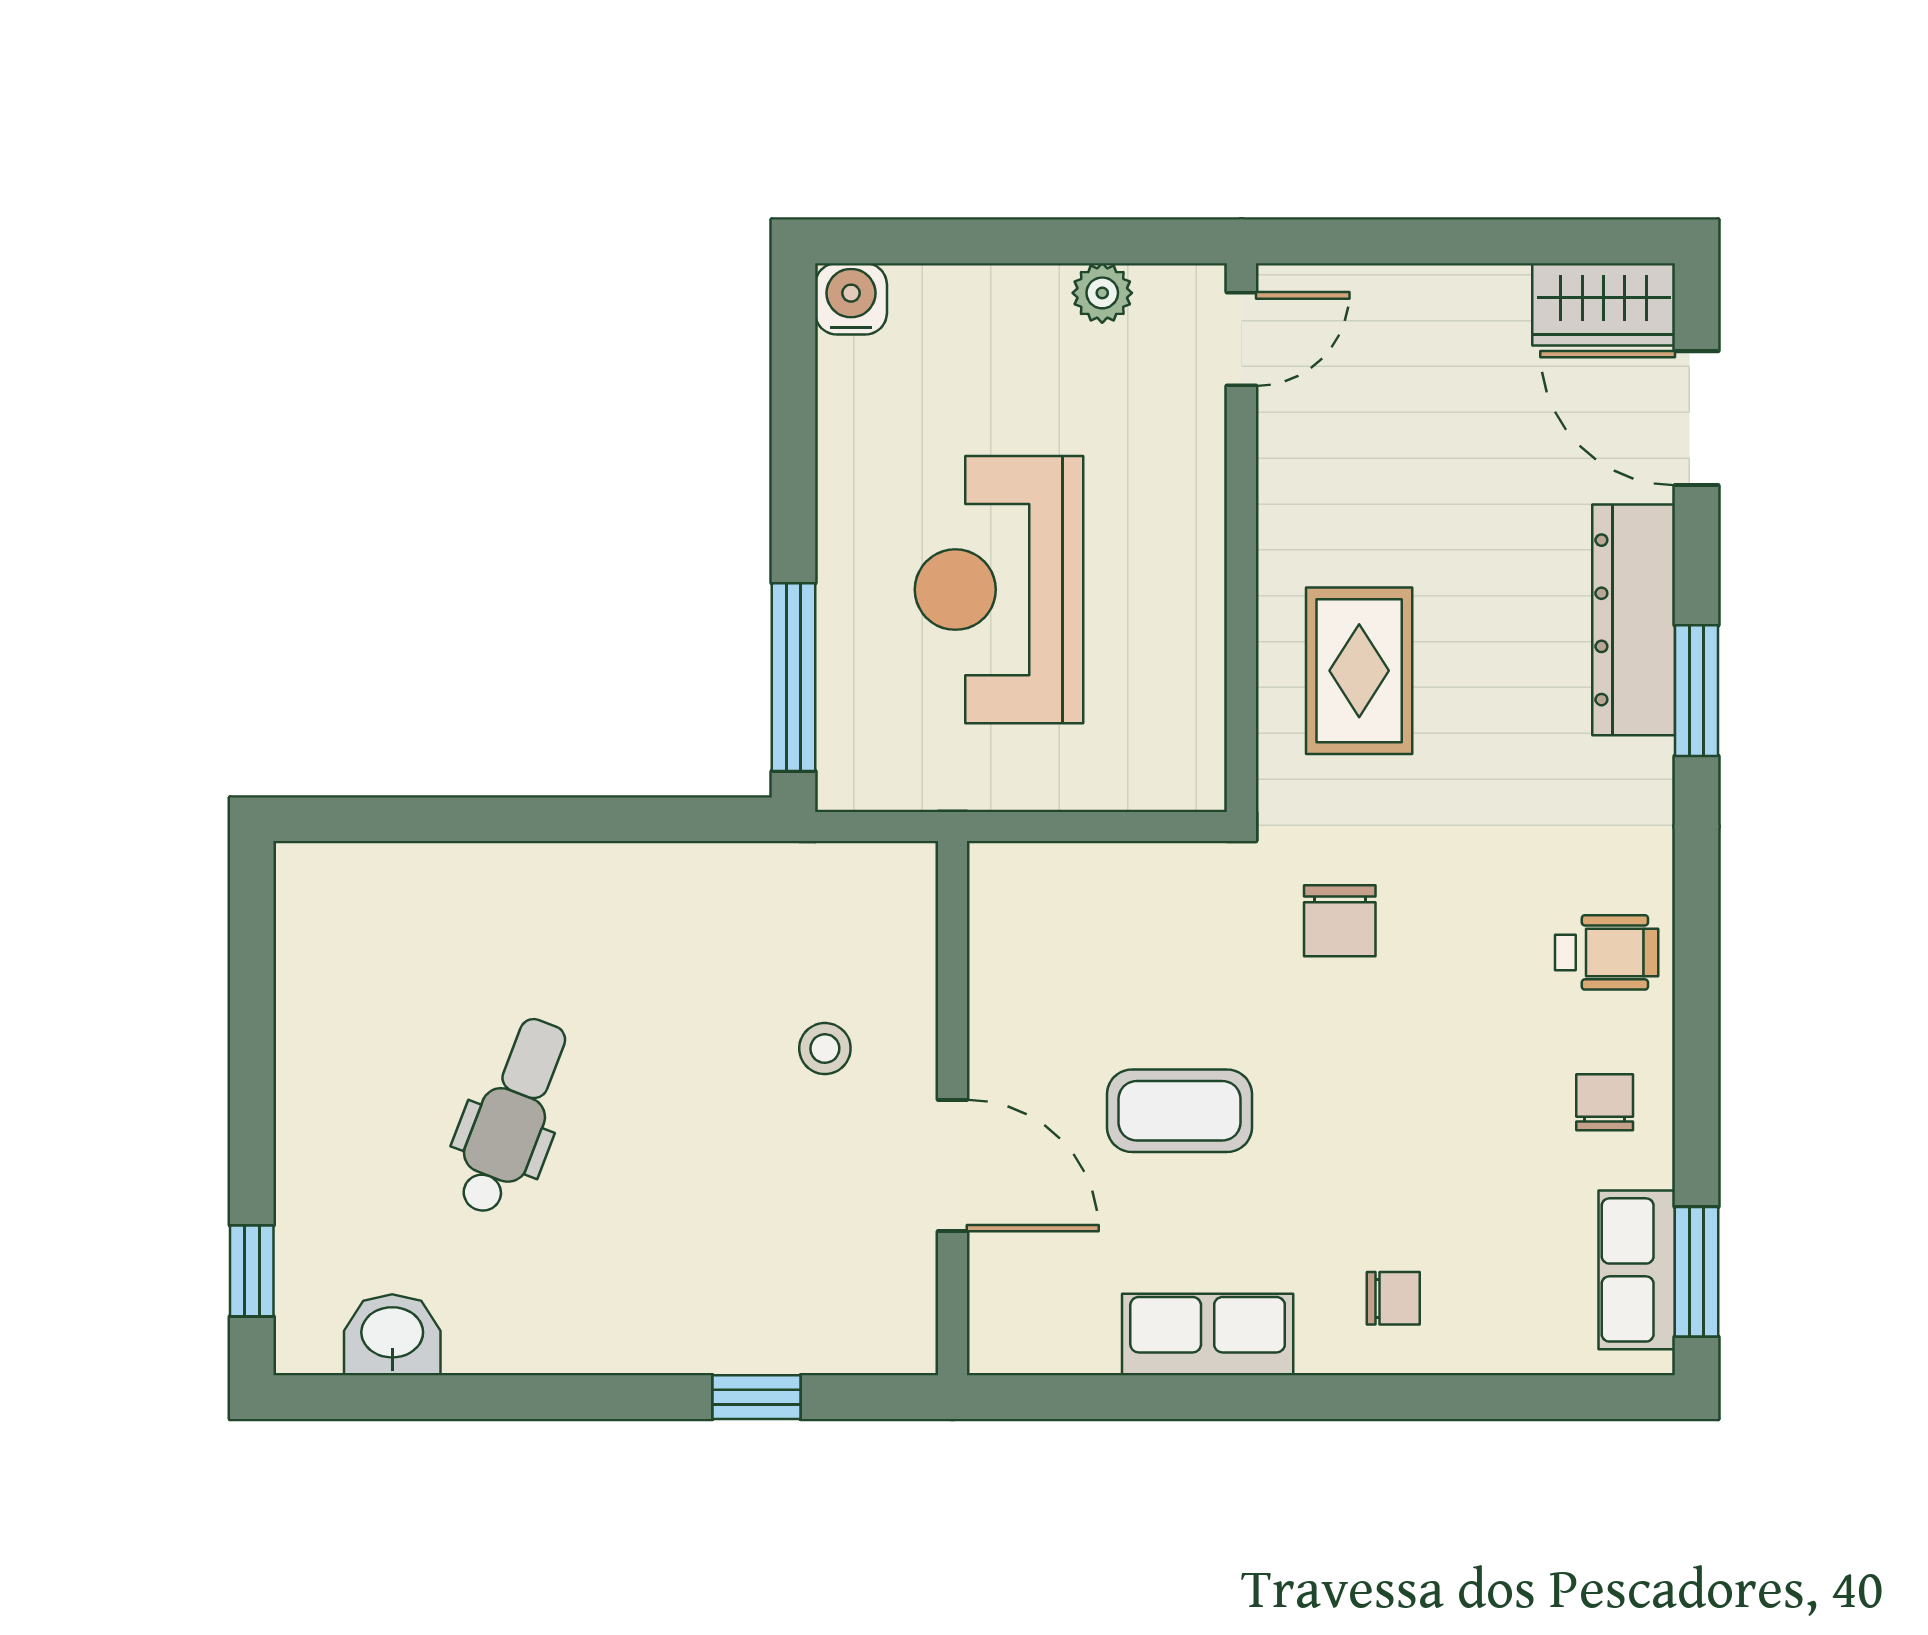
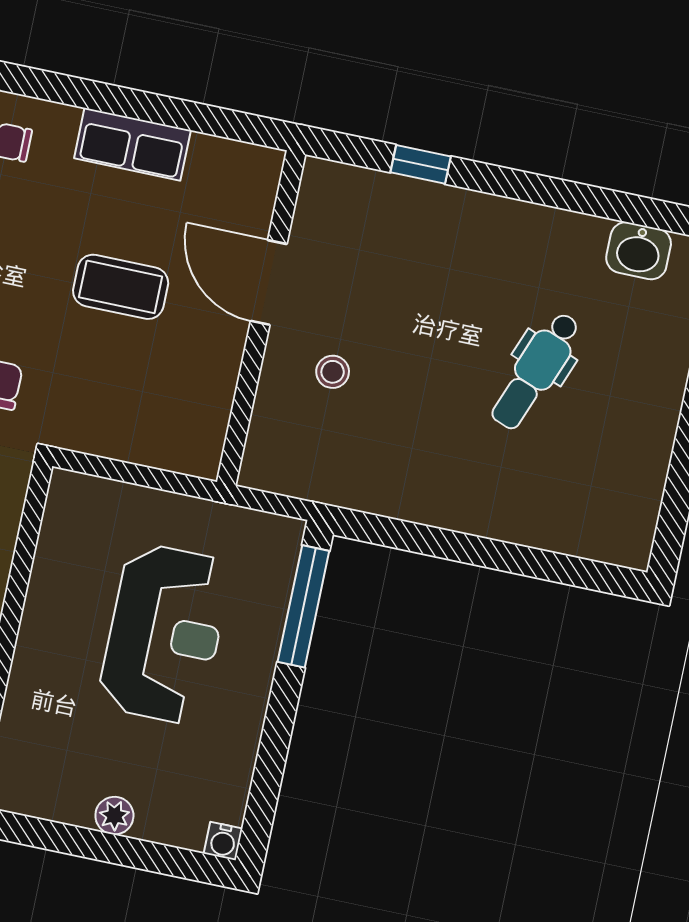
plant: (1102, 293) -> (114, 816), moved
water cooler: (851, 299) -> (223, 841), width x0.72, depth x0.72

